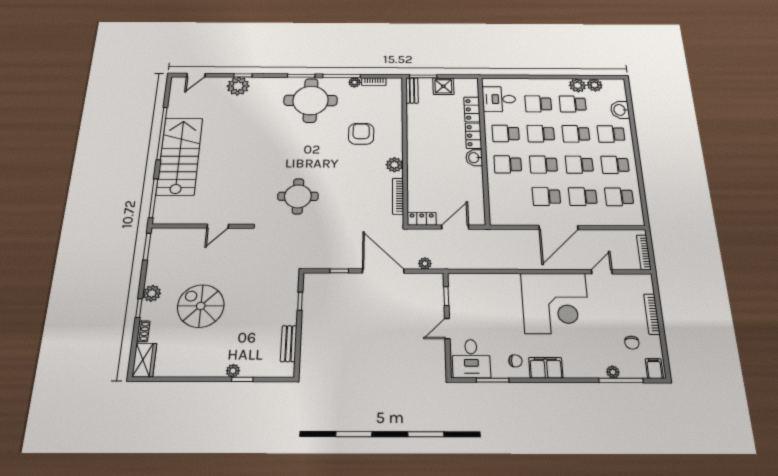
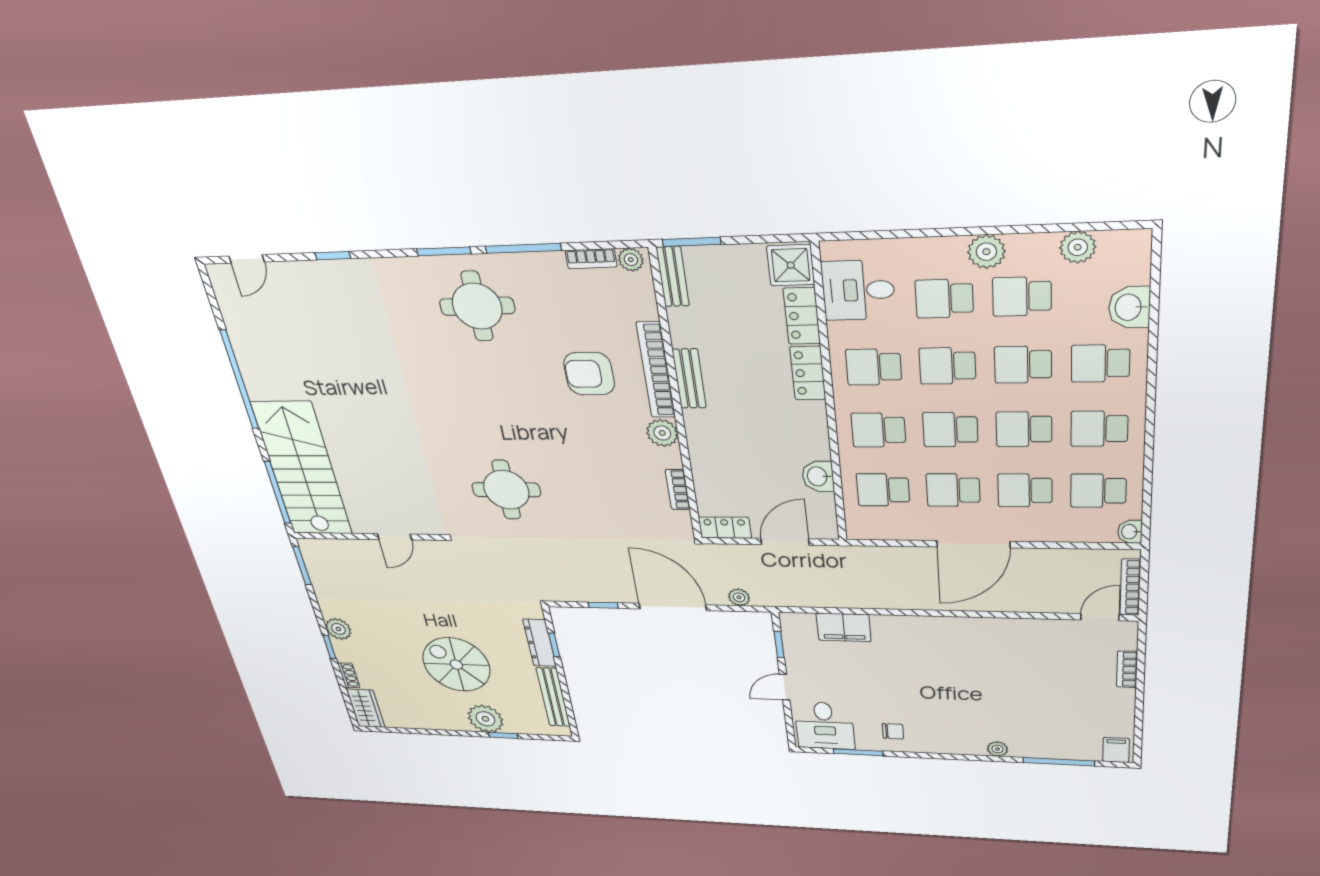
plant: (355, 82) -> (631, 260), moved
plant: (578, 85) -> (986, 252), moved
plant: (238, 86) -> (332, 280), removed
shower: (443, 86) -> (791, 265), moved
round table: (311, 100) -> (477, 306), width x0.73, depth x0.73
bookcase: (397, 133) -> (656, 370), added
armchair: (361, 134) -> (589, 374), turned -90
bench: (413, 137) -> (689, 379), added
stairs: (180, 156) -> (302, 469), moved
washbasin: (474, 158) -> (818, 476), moved
bookcase: (398, 196) -> (678, 490), width x0.64
school desk: (510, 196) -> (883, 490), added
washbasin: (638, 219) -> (1130, 532), added
door: (602, 272) -> (1100, 617), moved
dresser: (290, 300) -> (540, 643), added
corner desk: (555, 303) -> (960, 659), removed
spiral stairs: (201, 306) -> (456, 665), moved
bookcase: (652, 314) -> (1127, 669), width x0.64
chair: (632, 343) -> (1085, 716), removed
bench: (289, 344) -> (553, 697), width x1.36
filing cabinet: (546, 368) -> (844, 627), moved, turned 180
plant: (233, 371) -> (485, 719), width x1.87, depth x1.87
plant: (613, 372) -> (997, 749), moved

